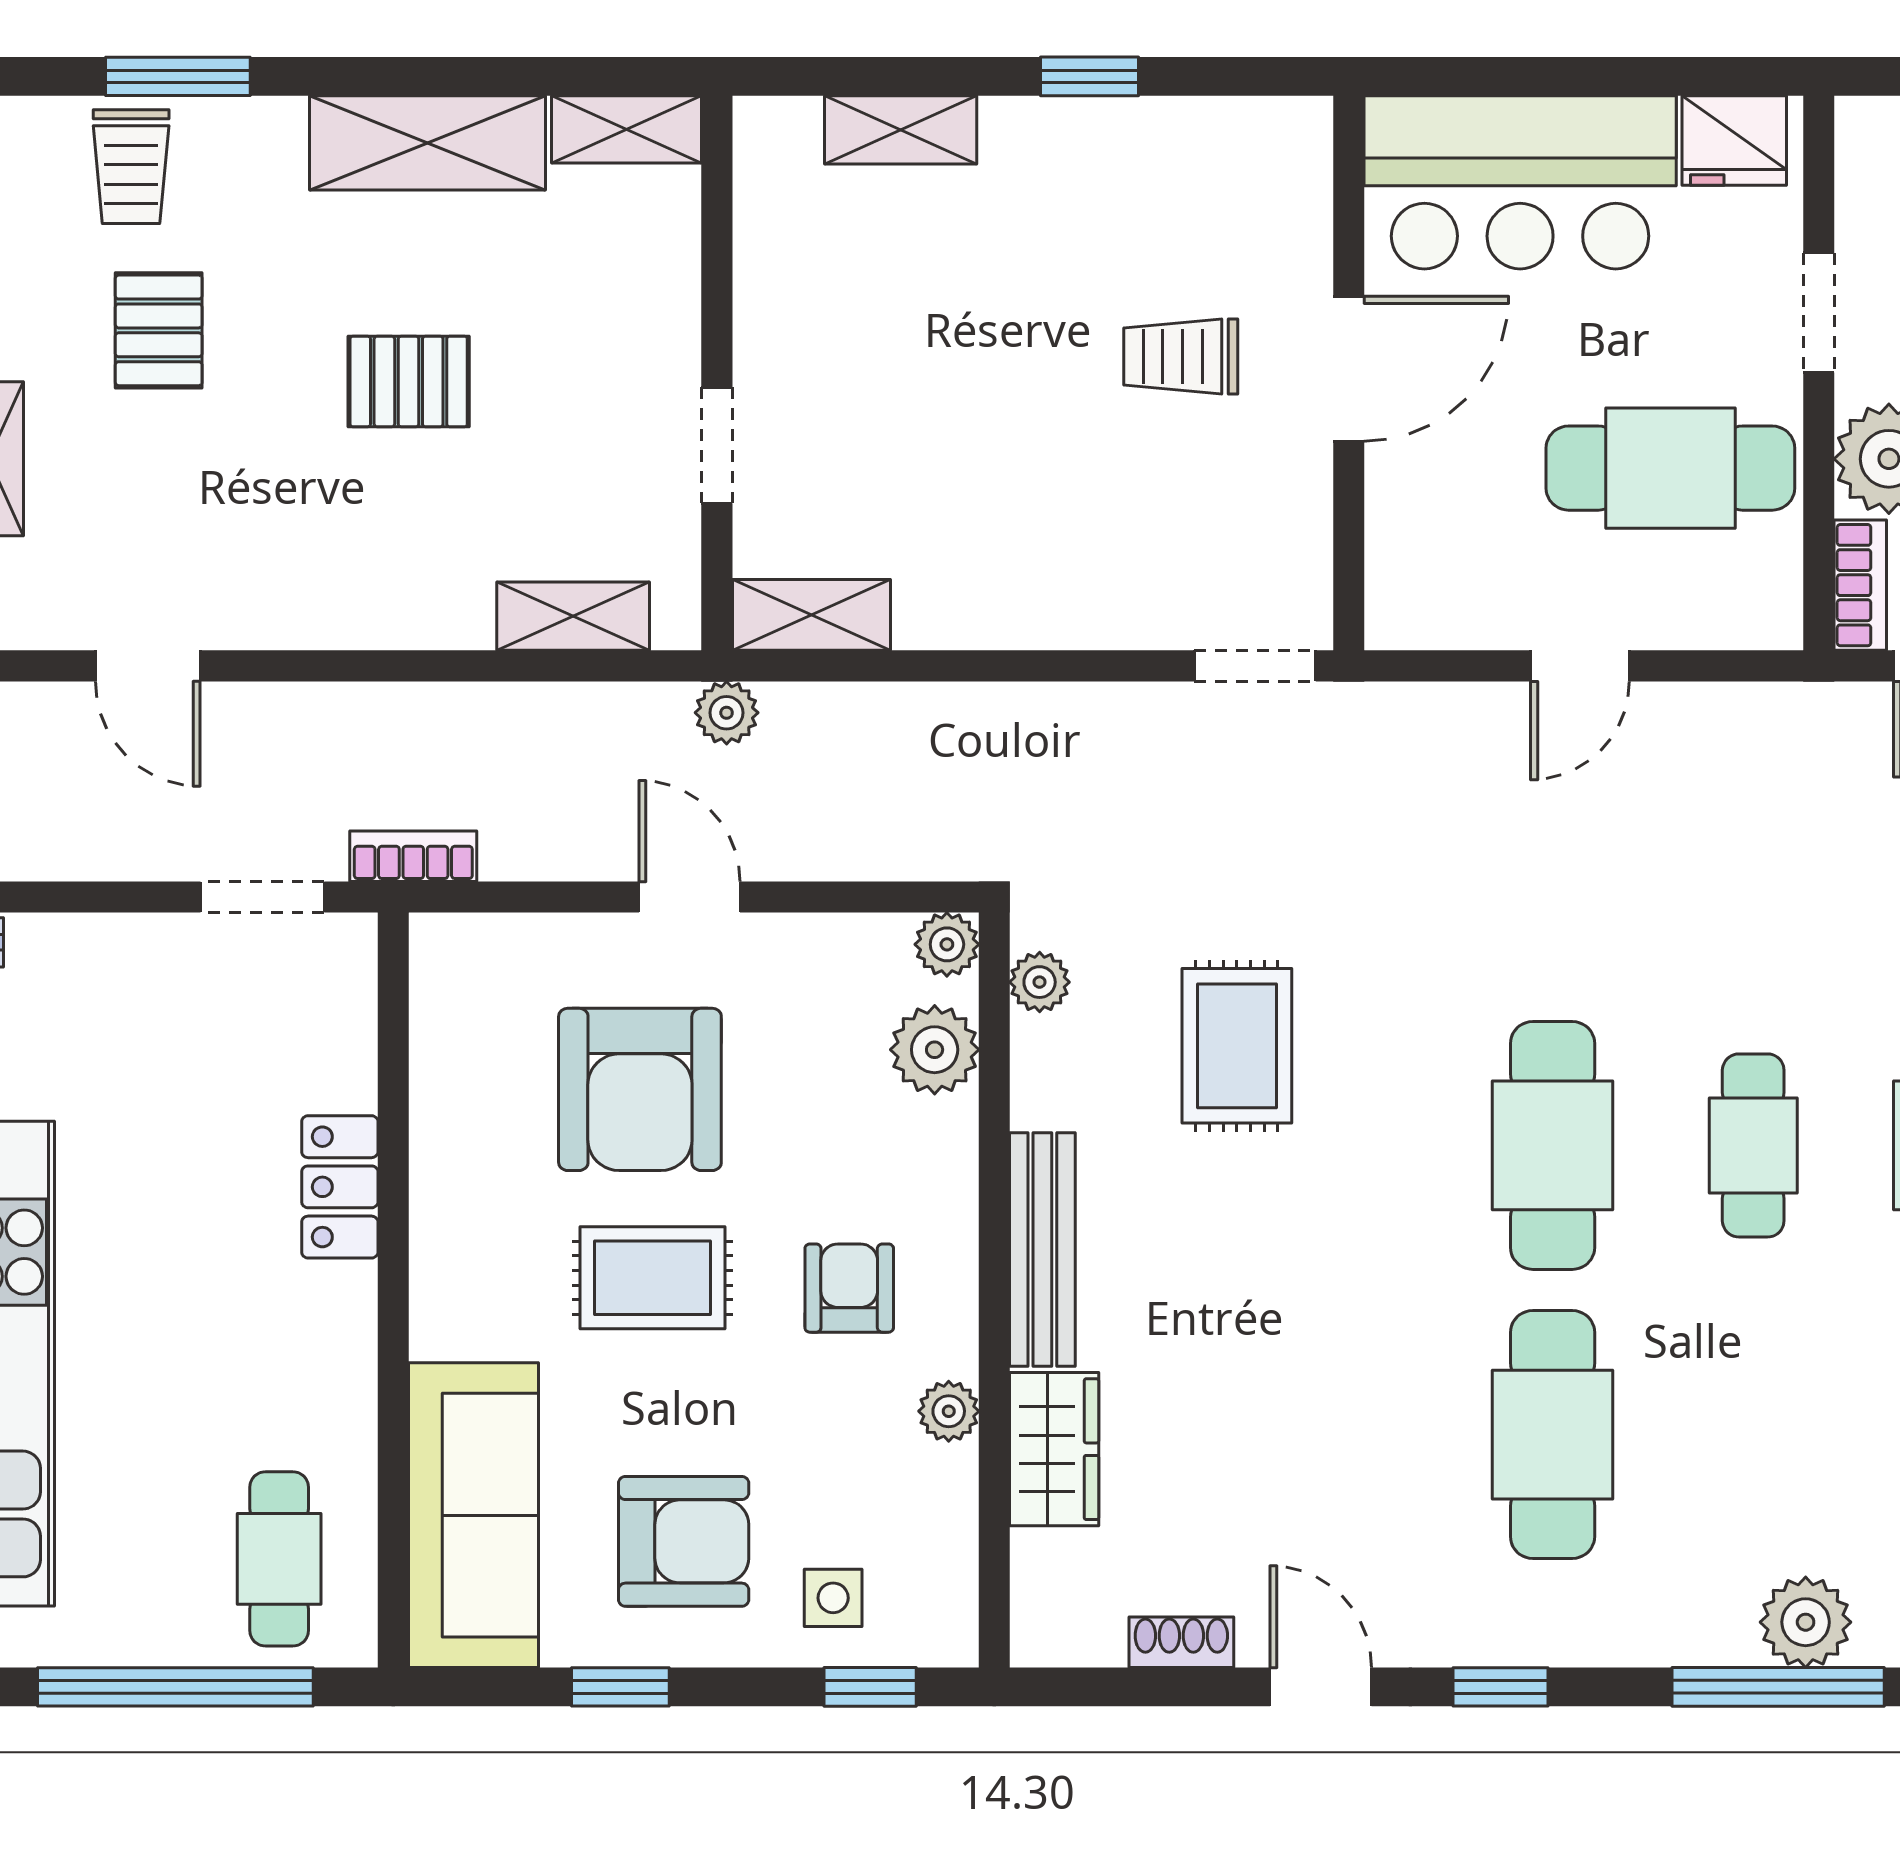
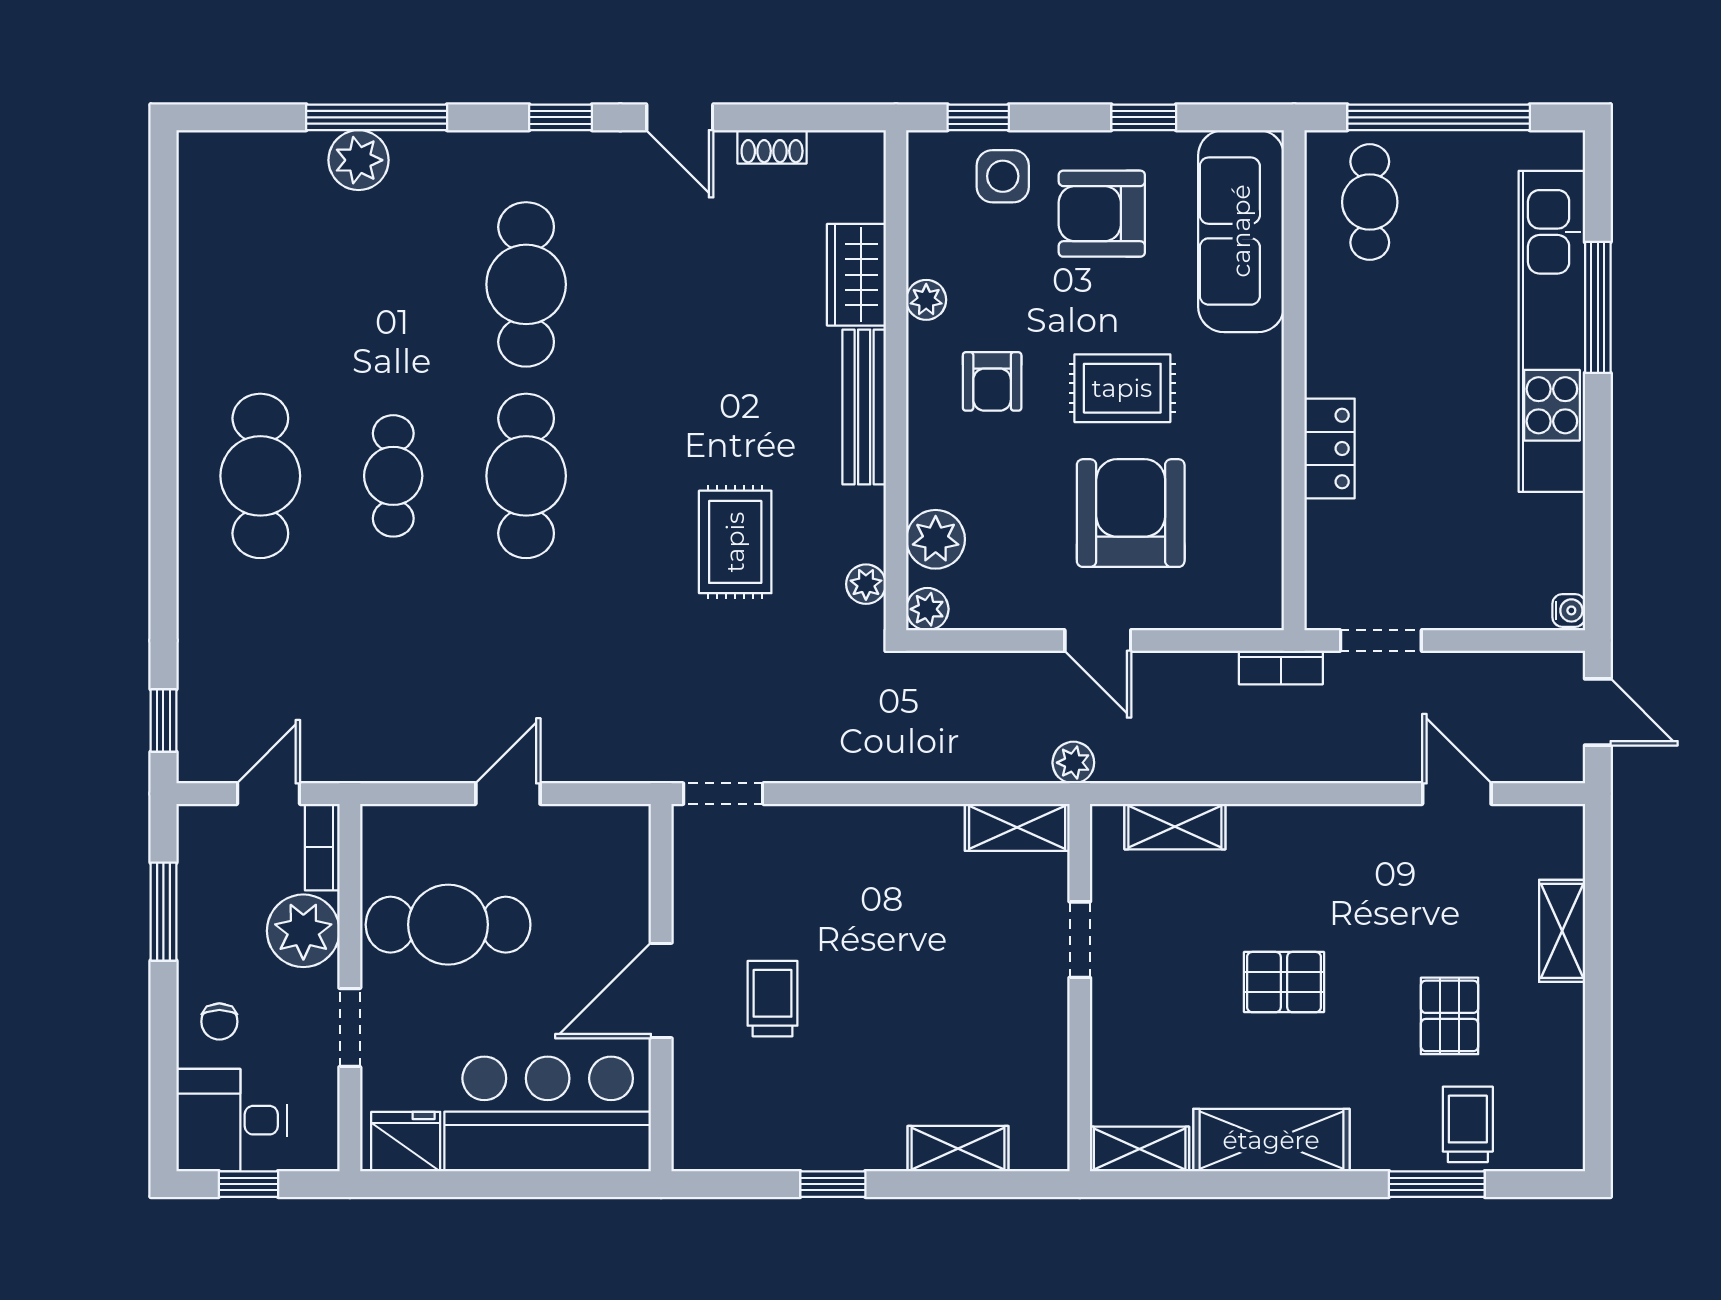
trolley: (1181, 356) -> (772, 999), turned -90
side table: (833, 1598) -> (1003, 176), width x1.37, depth x1.37

